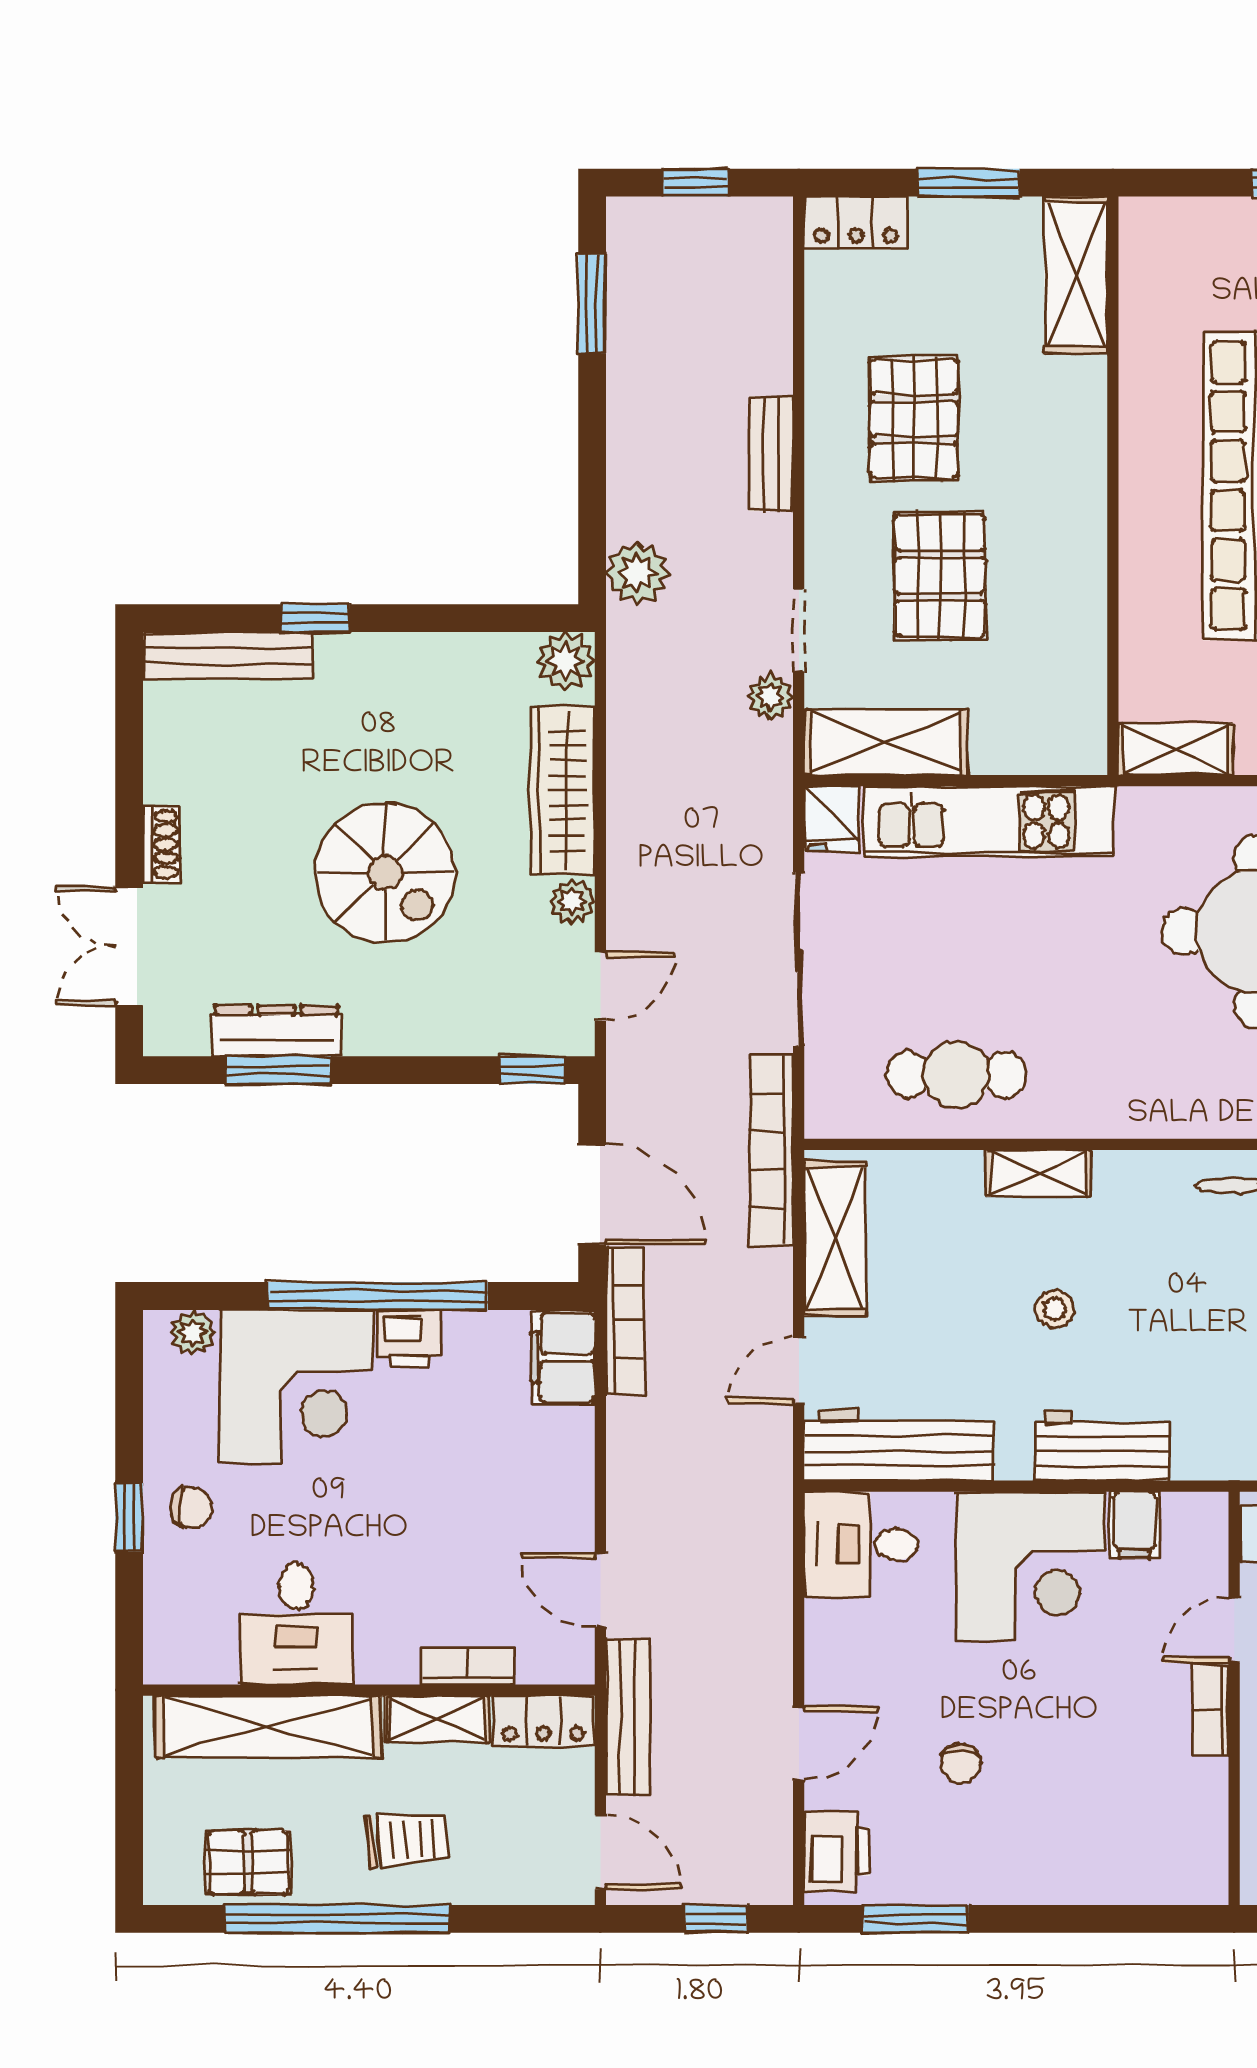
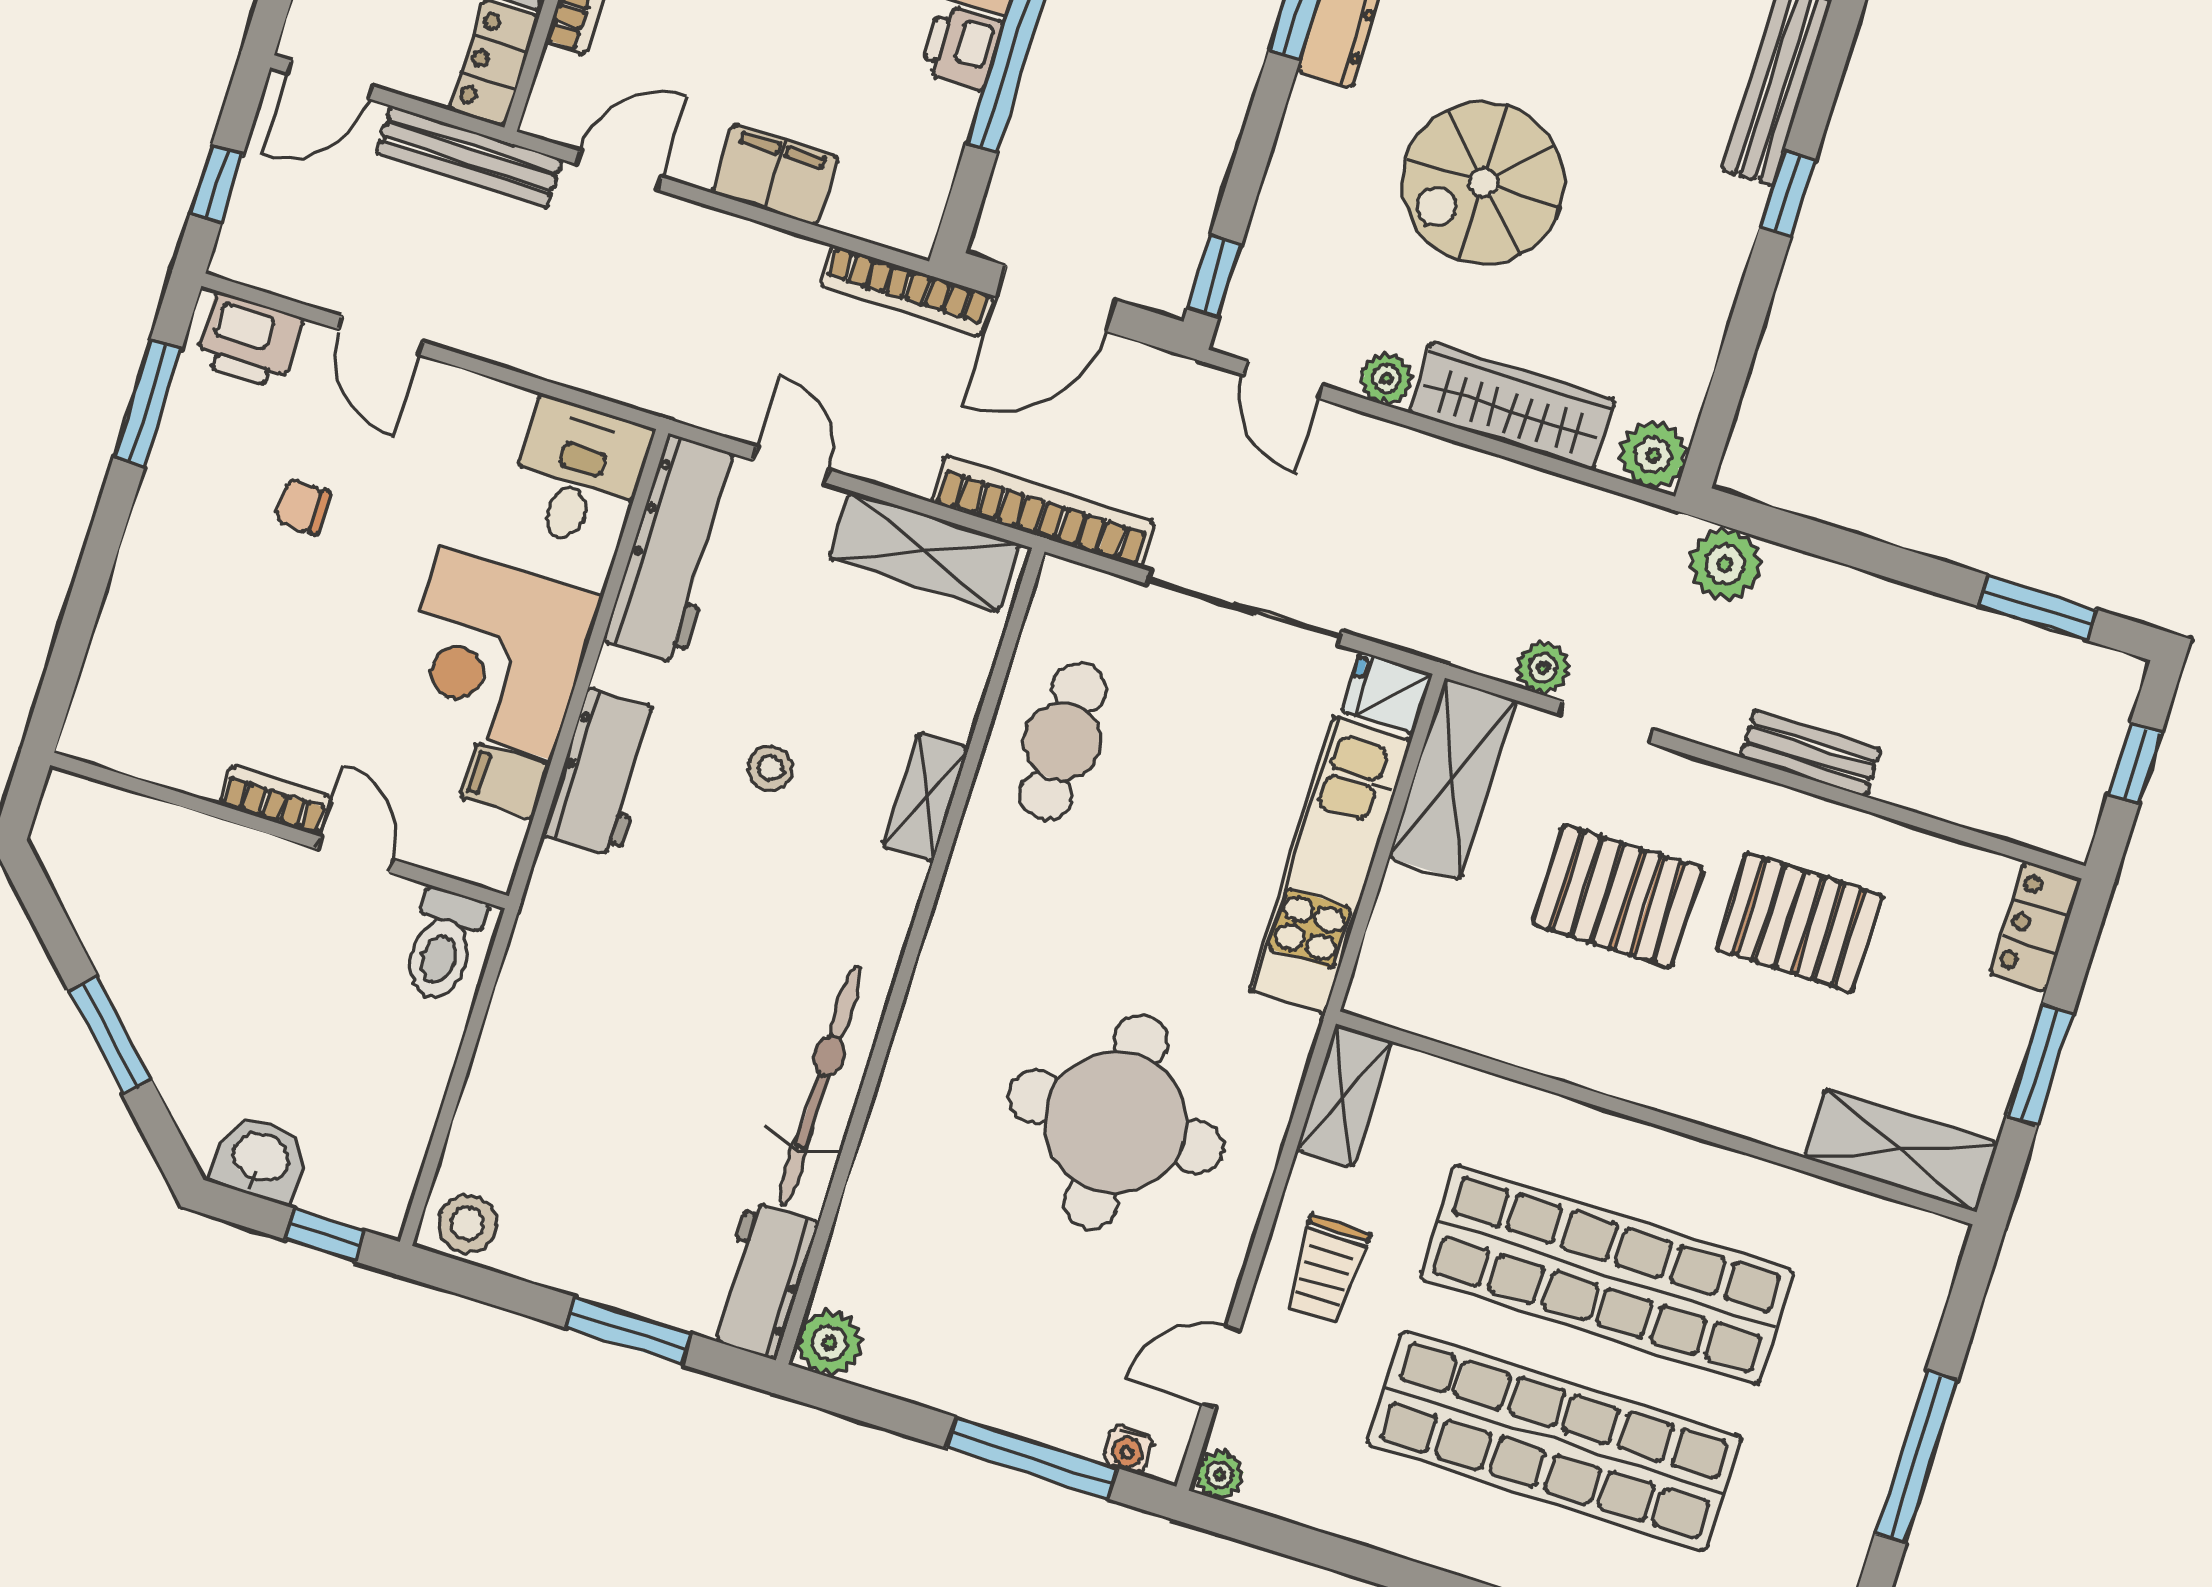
filing cabinet: (563, 1358) -> (775, 175), moved

